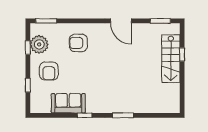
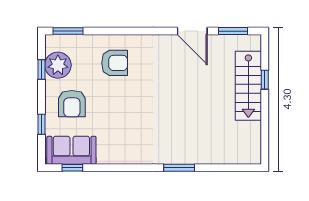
door: (121, 21) -> (192, 31), moved
armchair: (78, 43) -> (115, 63), turned 180
sofa: (68, 103) -> (71, 150), moved
window: (85, 115) -> (72, 168), moved

